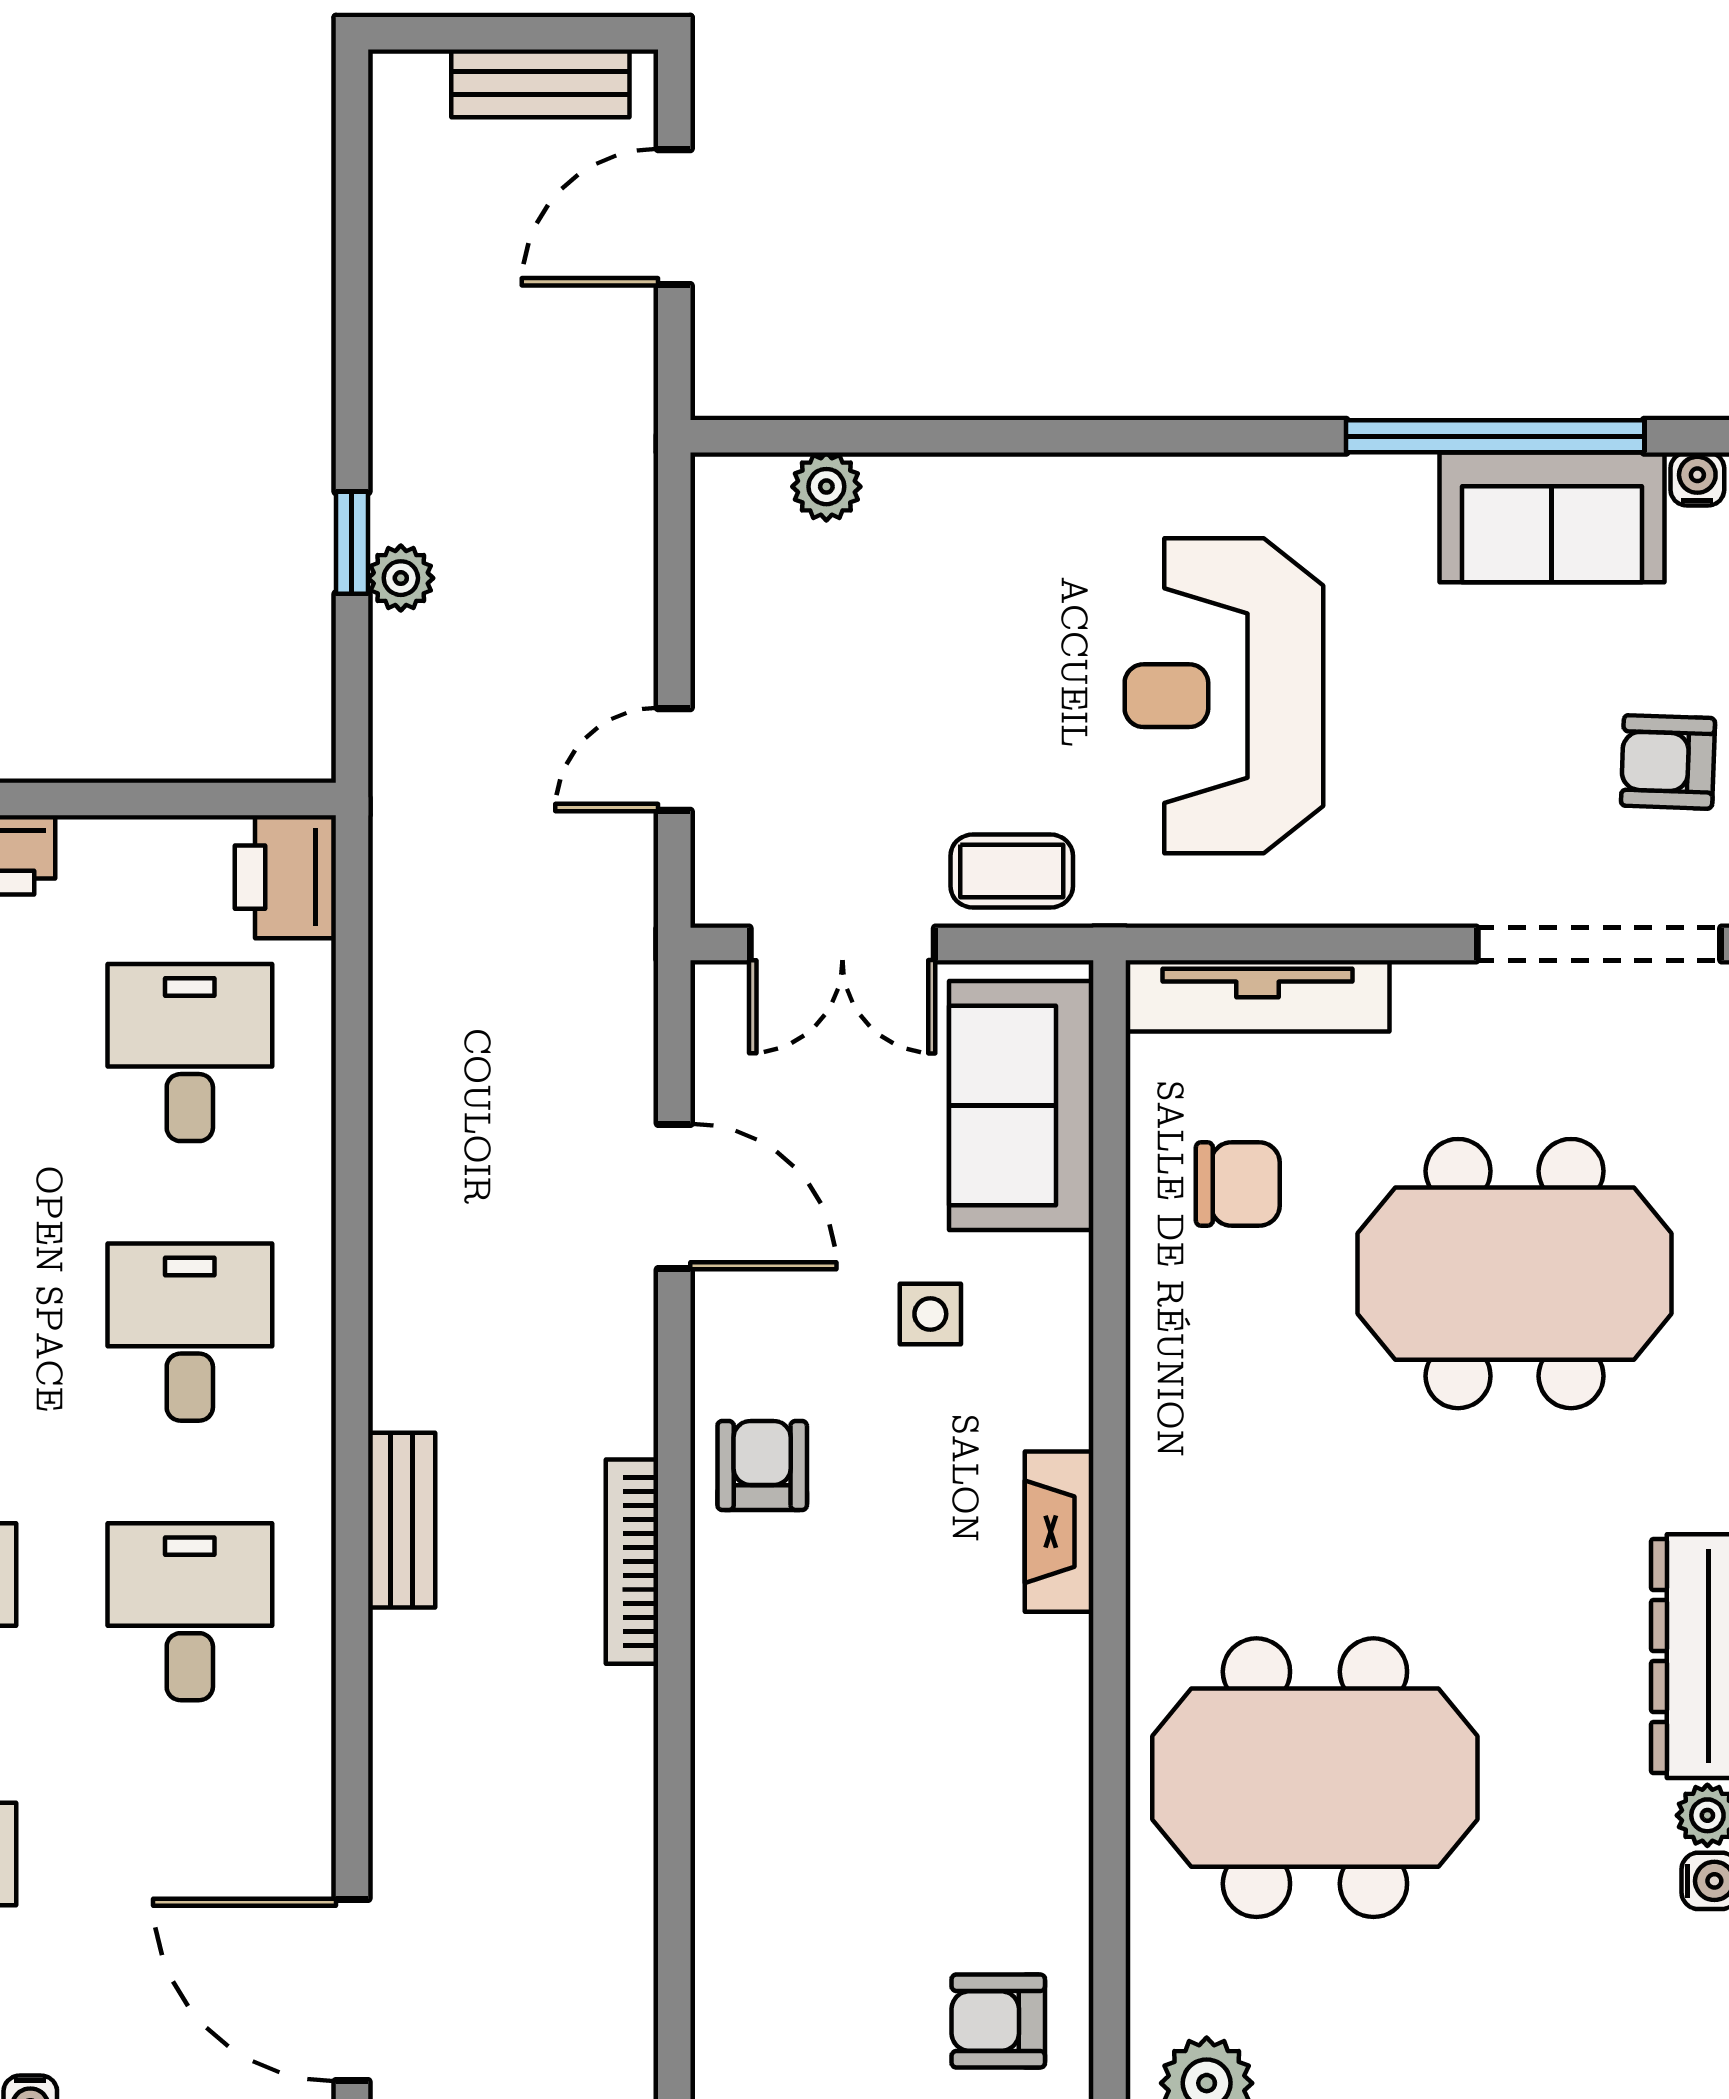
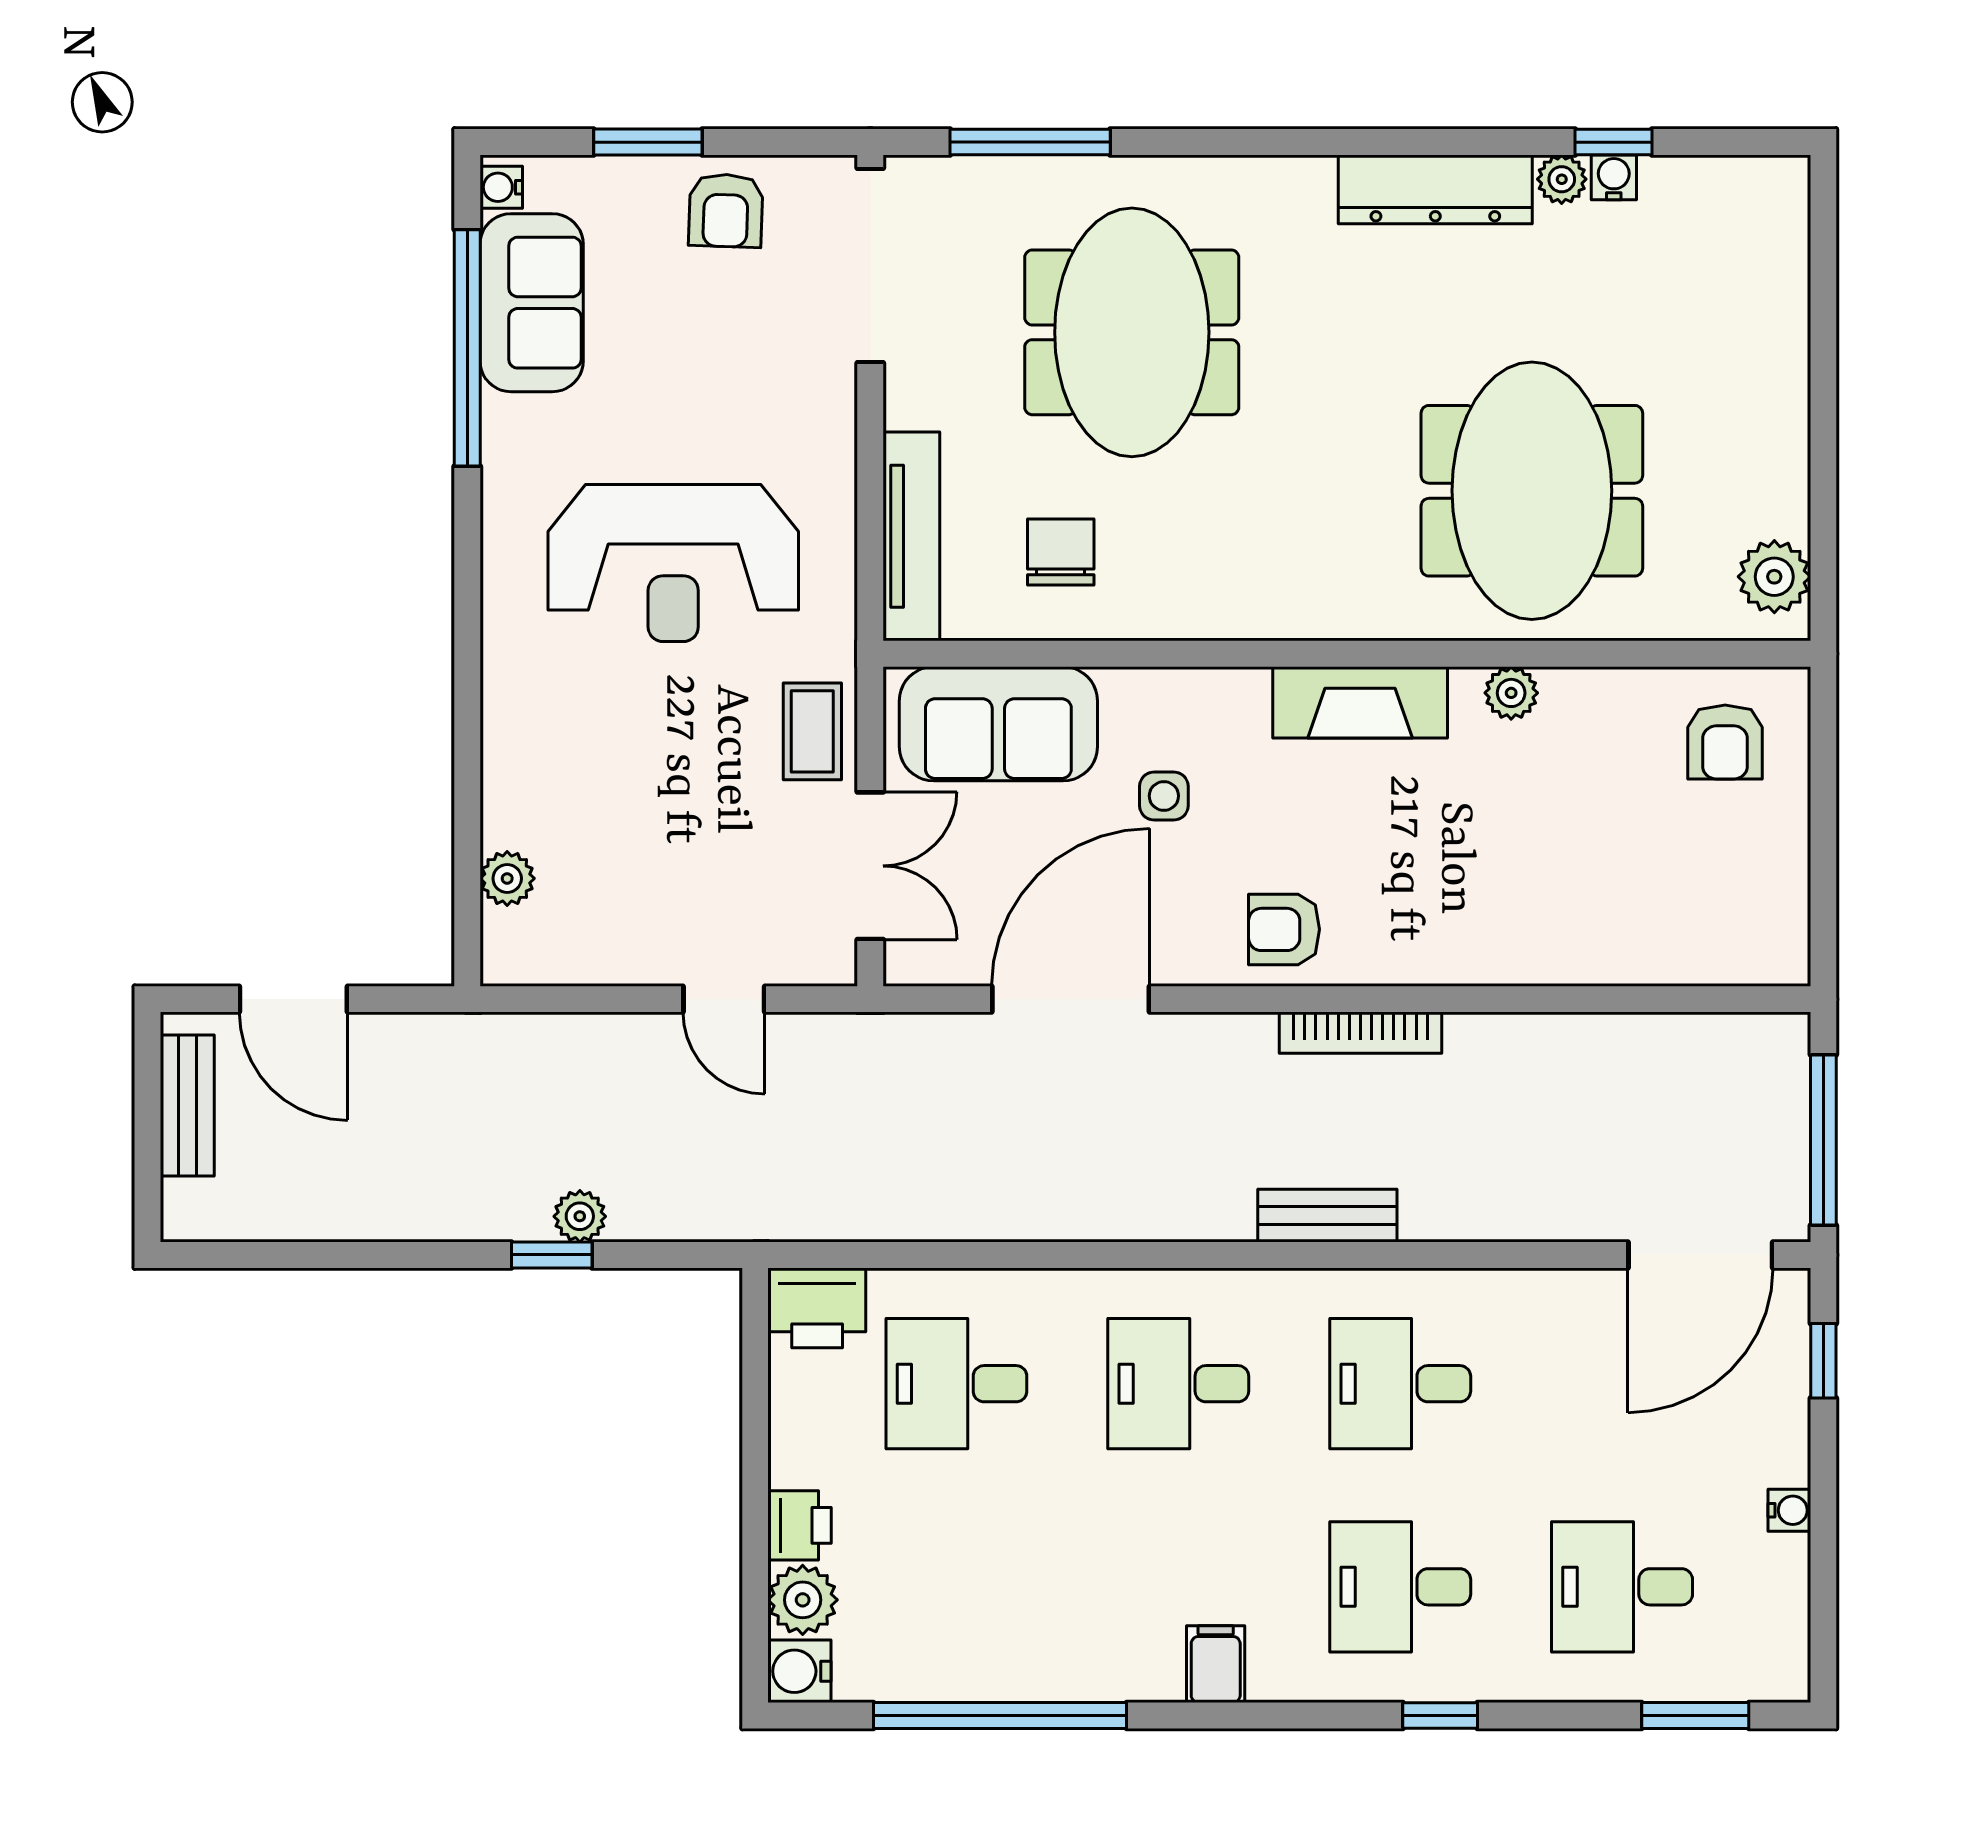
door: (674, 1196) -> (1071, 999), width x1.36
fireplace: (1059, 1532) -> (1360, 702), width x1.37, depth x1.32
plant: (1060, 1752) -> (1511, 693), added

